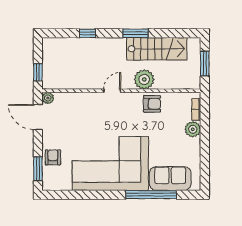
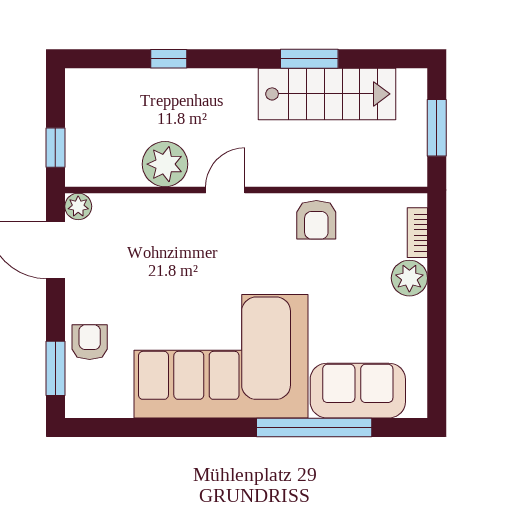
window: (136, 33) -> (309, 59), moved
plant: (144, 79) -> (165, 164), moved
armchair: (152, 104) -> (316, 220), turned 90

